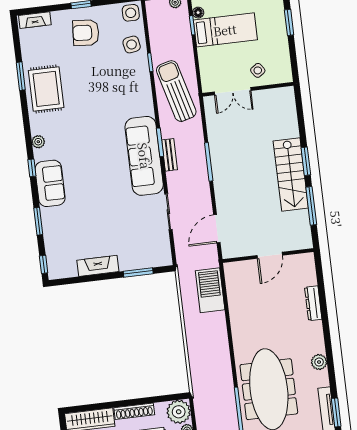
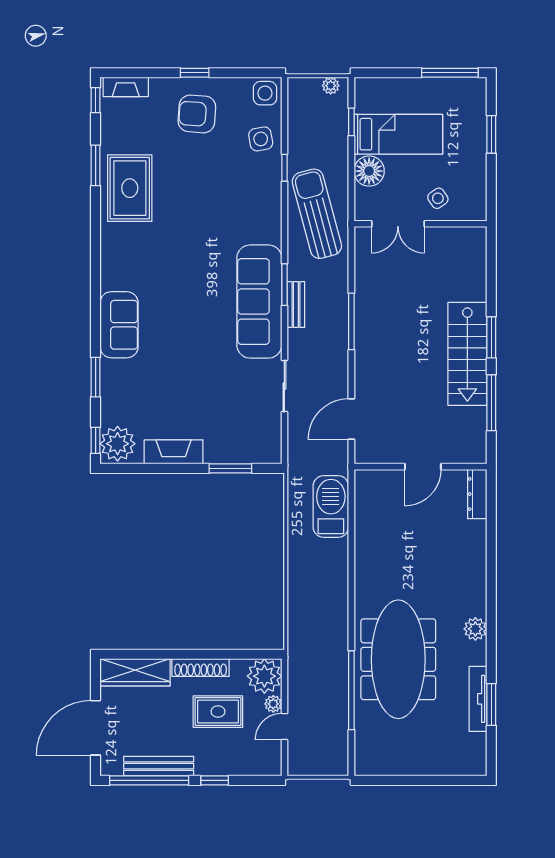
floor lamp: (198, 13) -> (369, 171), moved, width x1.89, depth x1.89
plant: (38, 142) -> (118, 444), moved, width x1.87, depth x1.87
window: (32, 168) -> (96, 100), moved
dresser: (313, 303) -> (477, 494), moved

